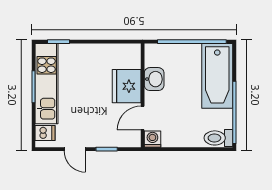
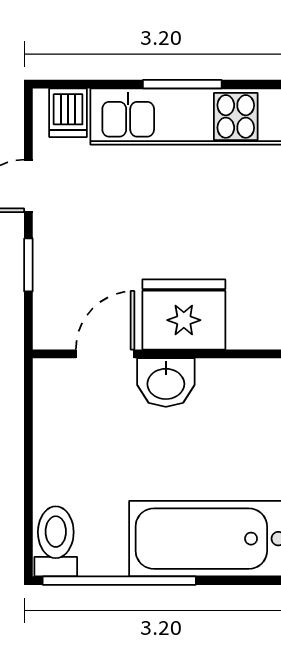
washbasin: (154, 79) -> (166, 382), moved
door: (143, 118) -> (105, 354), hinge flipped
washing machine: (152, 139) -> (53, 378), removed

